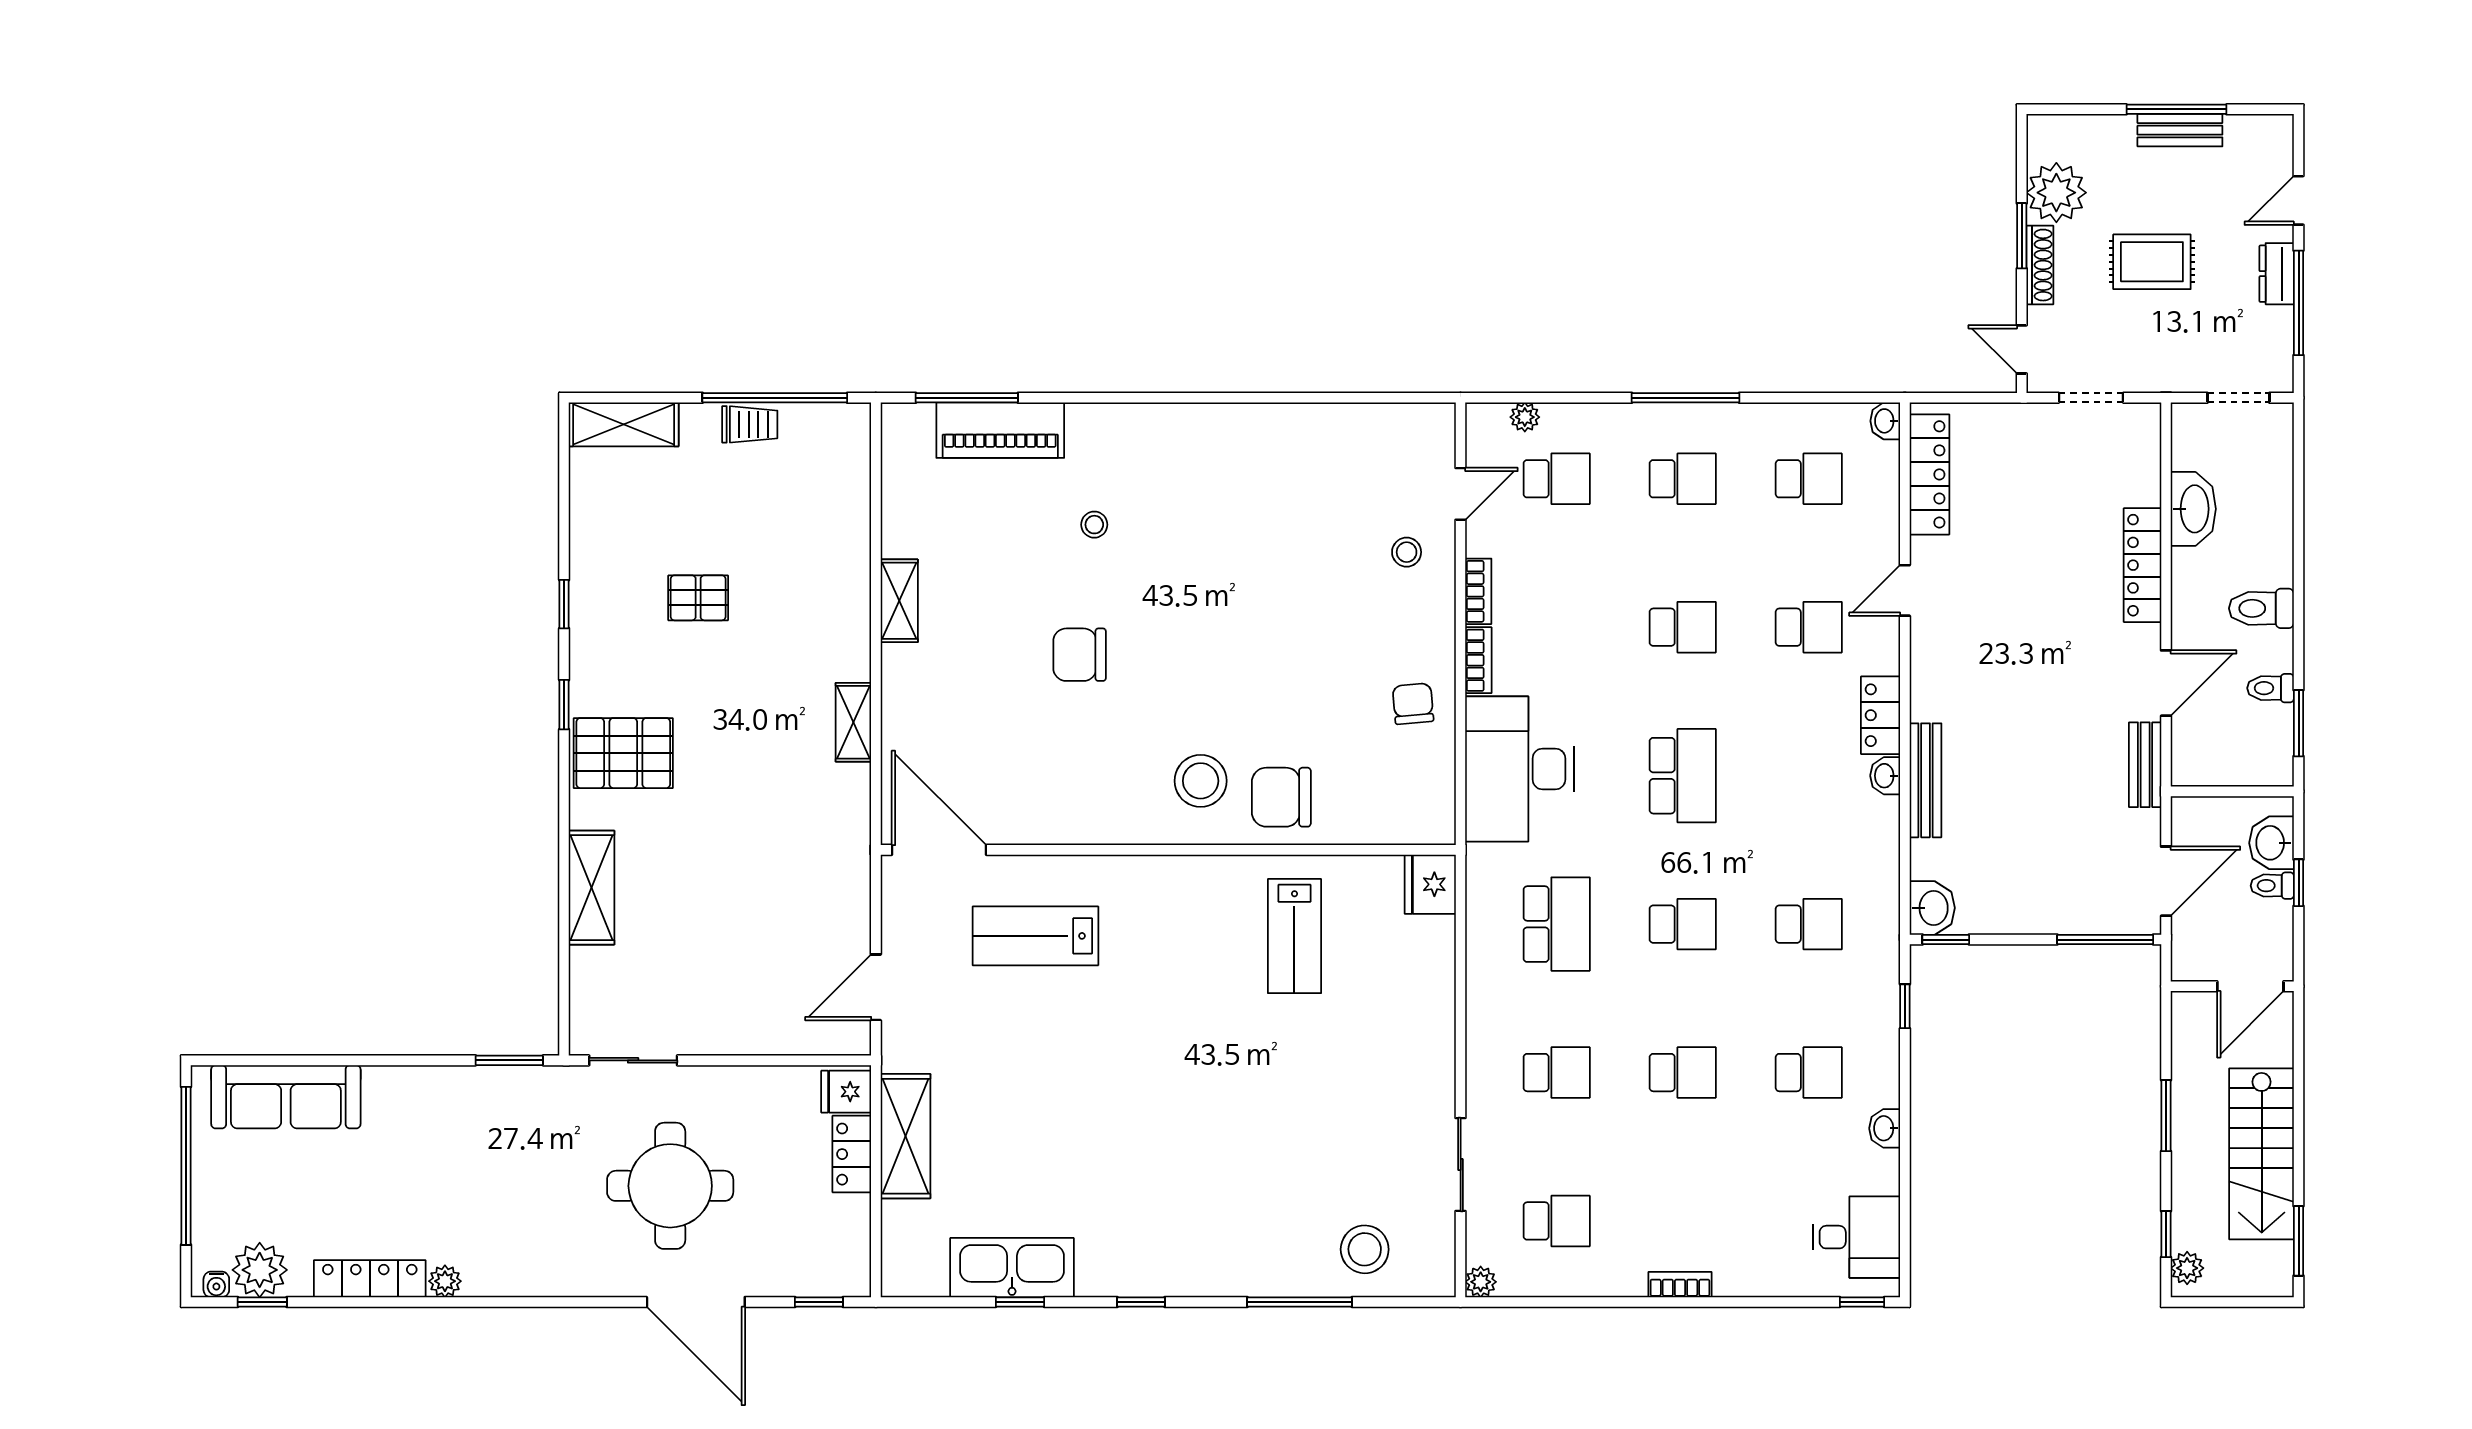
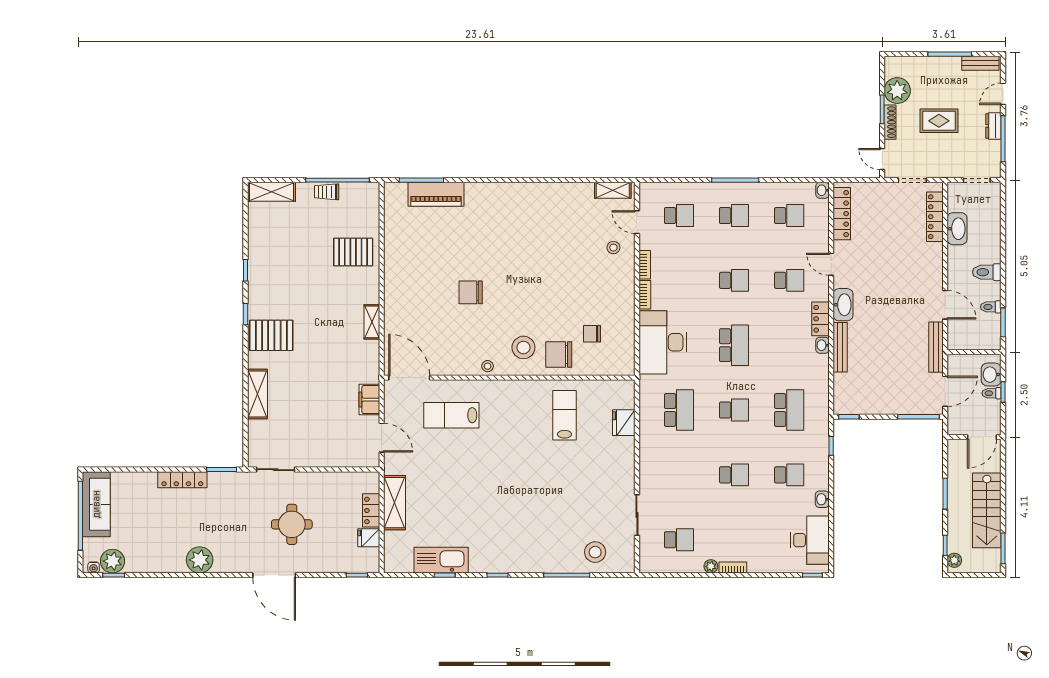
bench: (2180, 130) -> (980, 63), moved
plant: (1525, 417) -> (665, 189), removed
trolley: (750, 424) -> (327, 192), turned 180
door: (1461, 494) -> (637, 222), swing flipped
stool: (1094, 525) -> (488, 366), moved
locker: (2142, 565) -> (935, 217), moved
door: (1905, 590) -> (831, 264), hinge flipped
pallet: (698, 598) -> (353, 252), moved, width x1.50, depth x1.42
shelving: (899, 601) -> (613, 190), moved, turned 90
door: (2166, 683) -> (945, 305), hinge flipped
chair: (1413, 704) -> (592, 334), moved, turned -85
bench: (2145, 765) -> (936, 347), width x1.36
fridge: (1430, 884) -> (624, 423), moved
filing cabinet: (848, 900) -> (369, 400), added
washbasin: (1932, 908) -> (843, 305), moved, width x1.38
school desk: (1809, 924) -> (789, 410), width x1.85
lab bench: (1294, 936) -> (564, 415), turned 180
door: (876, 987) -> (382, 438), swing flipped
school desk: (1557, 1073) -> (679, 475), removed
fridge: (846, 1092) -> (369, 538), moved
sofa: (286, 1097) -> (96, 504), moved, turned -90
round table: (670, 1186) -> (292, 524), width x0.73, depth x0.73
desk: (1856, 1237) -> (810, 540), width x1.37
locker: (370, 1279) -> (182, 480), moved, turned 180
plant: (445, 1281) -> (200, 560), width x1.87, depth x1.87
plant: (1481, 1282) -> (711, 566), moved
door: (696, 1302) -> (274, 575), moved

